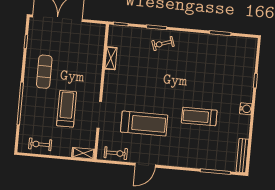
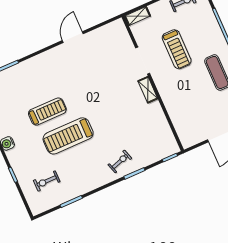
shelving: (111, 58) -> (148, 90), moved
treadmill: (144, 124) -> (68, 136), moved
exercise bike: (116, 153) -> (47, 181), moved

